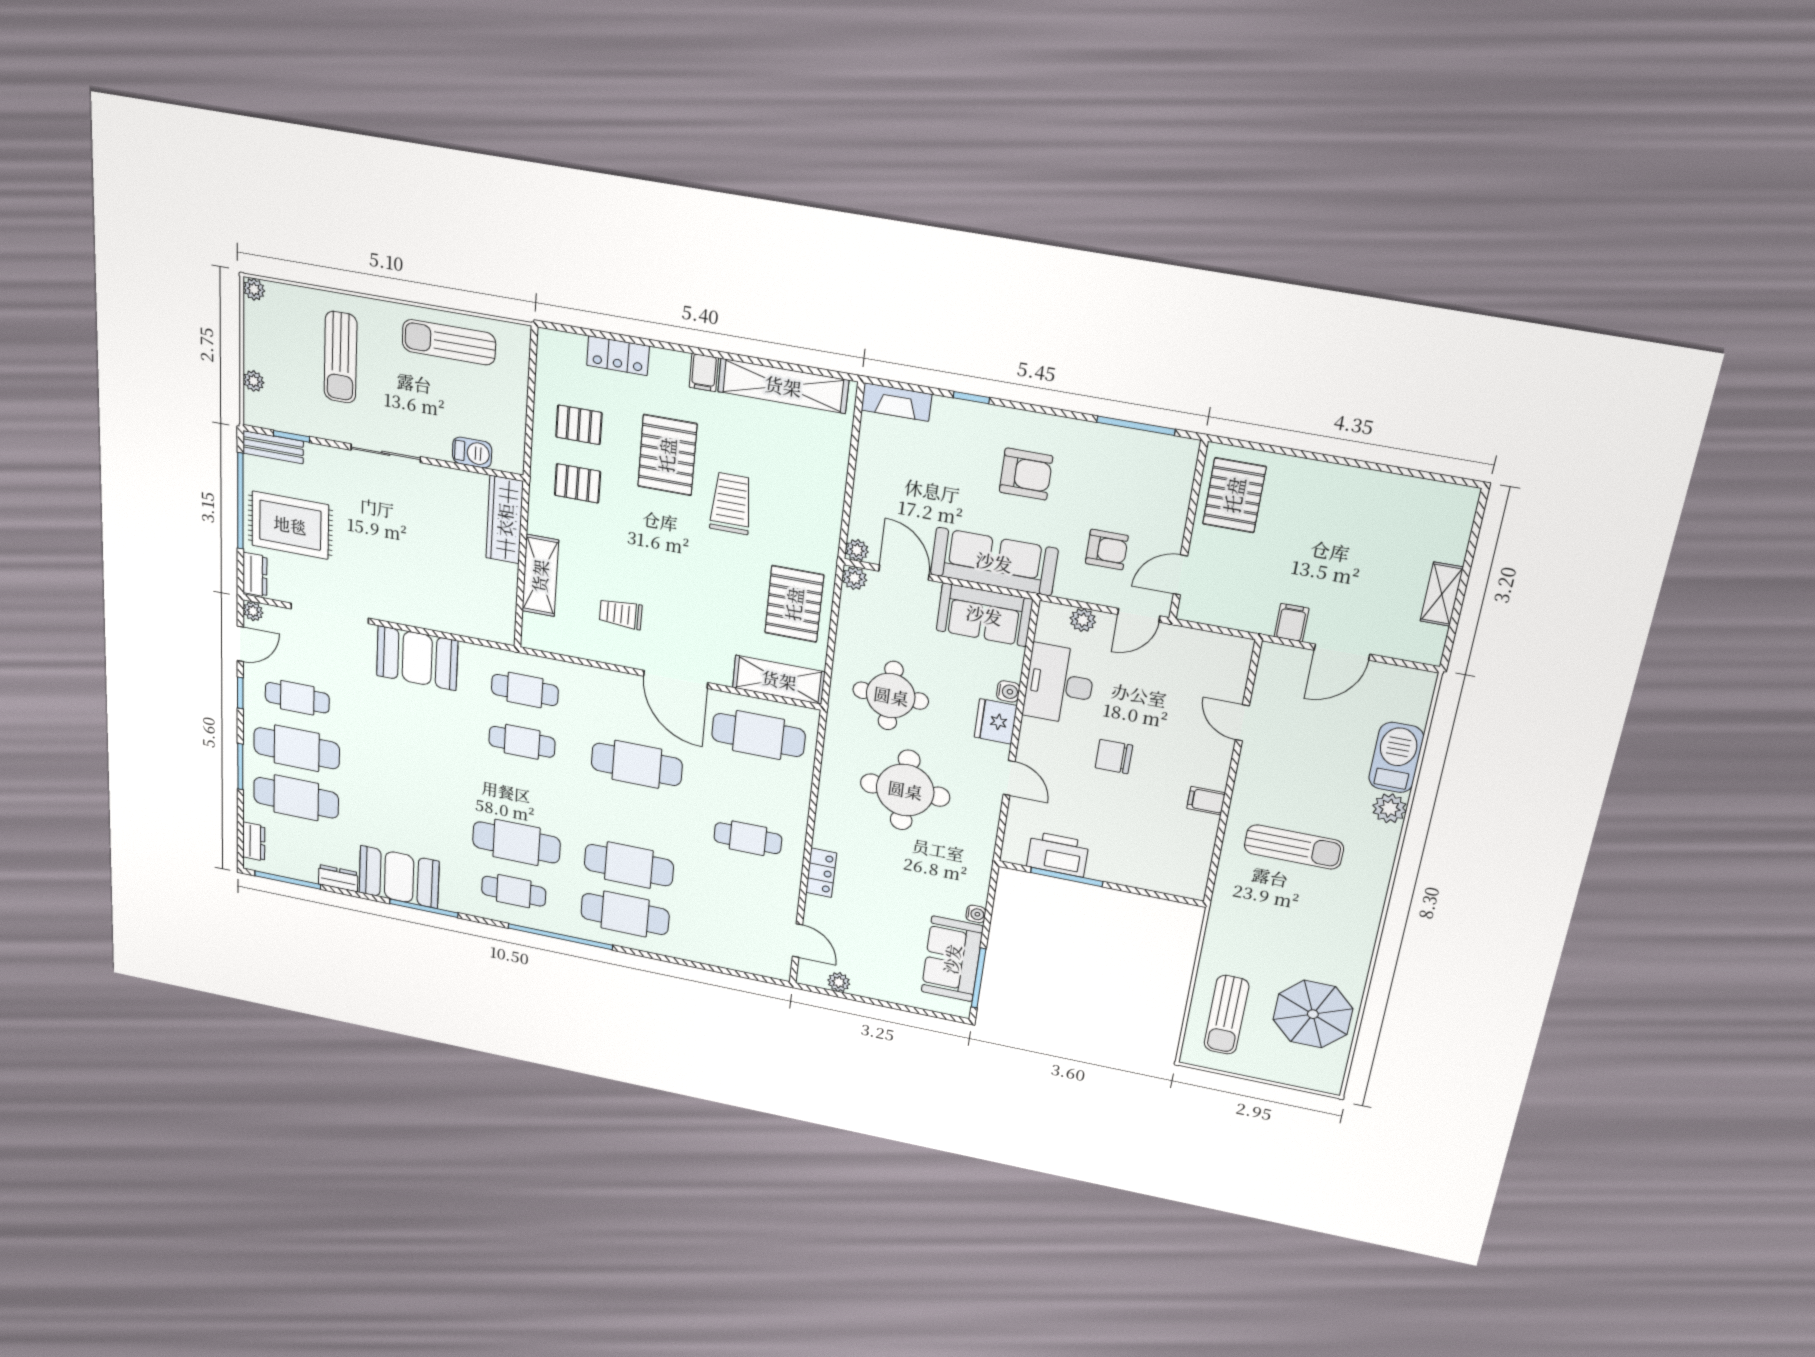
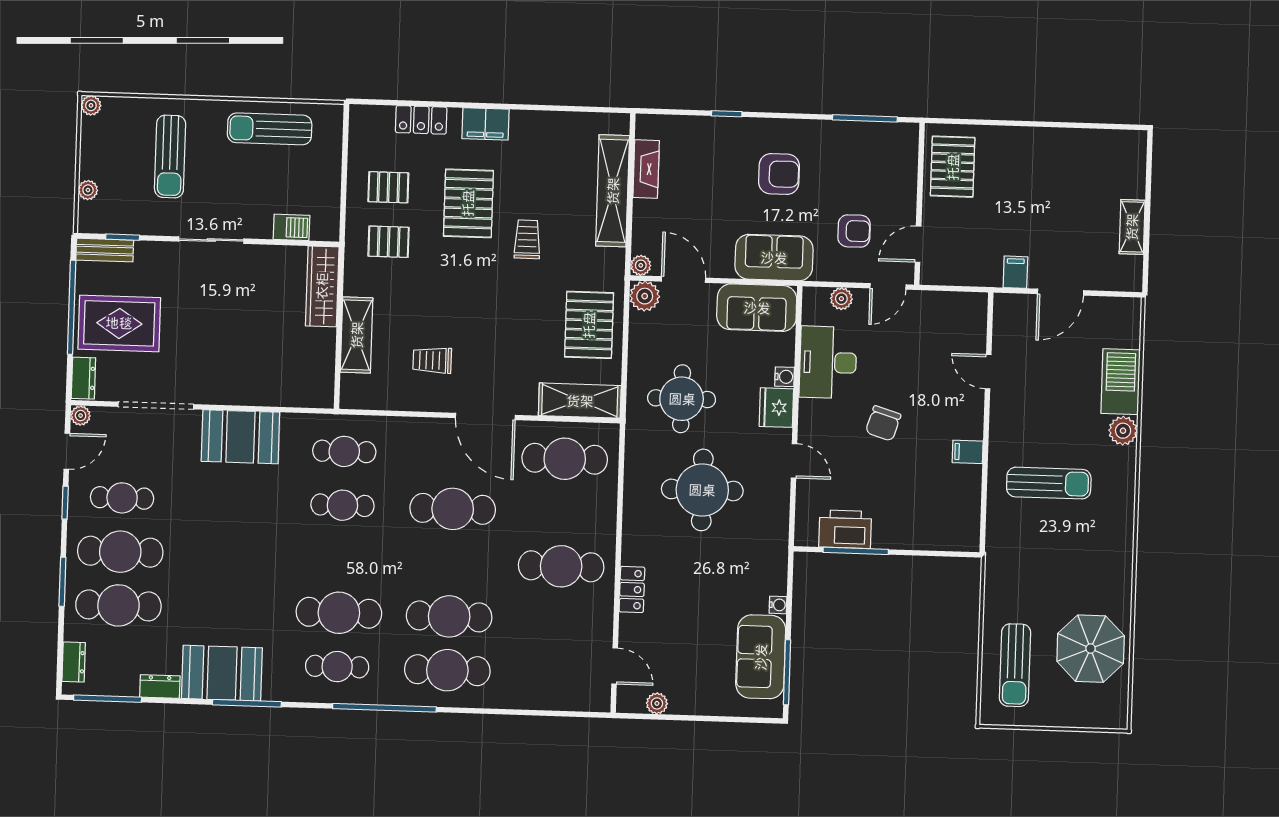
filing cabinet: (704, 373) -> (485, 124), width x2.00
shelving: (783, 386) -> (613, 191), moved, turned 90
fireplace: (896, 402) -> (646, 169), moved, turned -90
trolley: (731, 503) -> (527, 239), width x0.73, depth x0.72
sofa: (994, 562) -> (774, 258), width x0.73
plant: (855, 578) -> (645, 296), width x1.38, depth x1.38
chair: (1114, 757) -> (883, 423), turned -73
cafe table: (748, 838) -> (561, 566), width x1.37, depth x1.35

